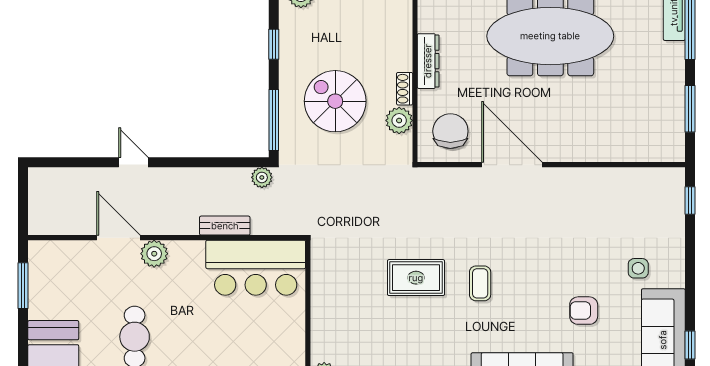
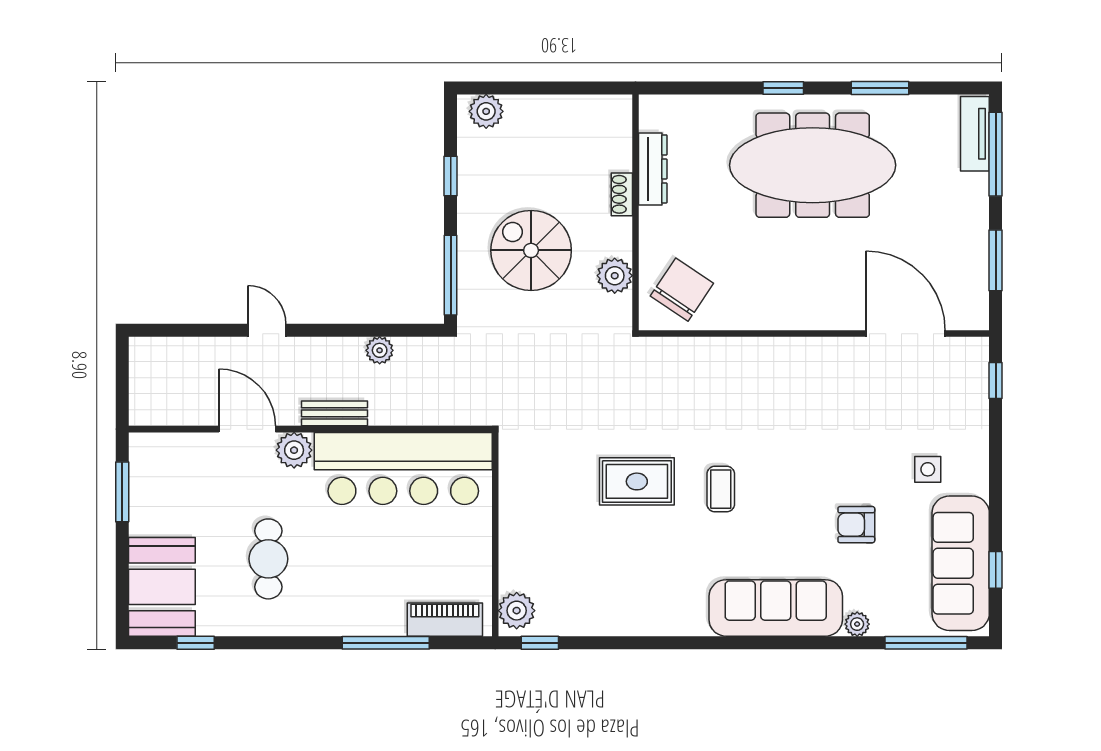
dresser: (428, 61) -> (653, 169), moved
shoe rack: (405, 89) -> (622, 194), moved
chair: (450, 131) -> (682, 290), turned 34
door: (512, 165) -> (906, 334), moved
plant: (262, 177) -> (380, 350), moved
bench: (225, 226) -> (334, 413), moved
bar counter: (256, 268) -> (403, 468), width x1.36

